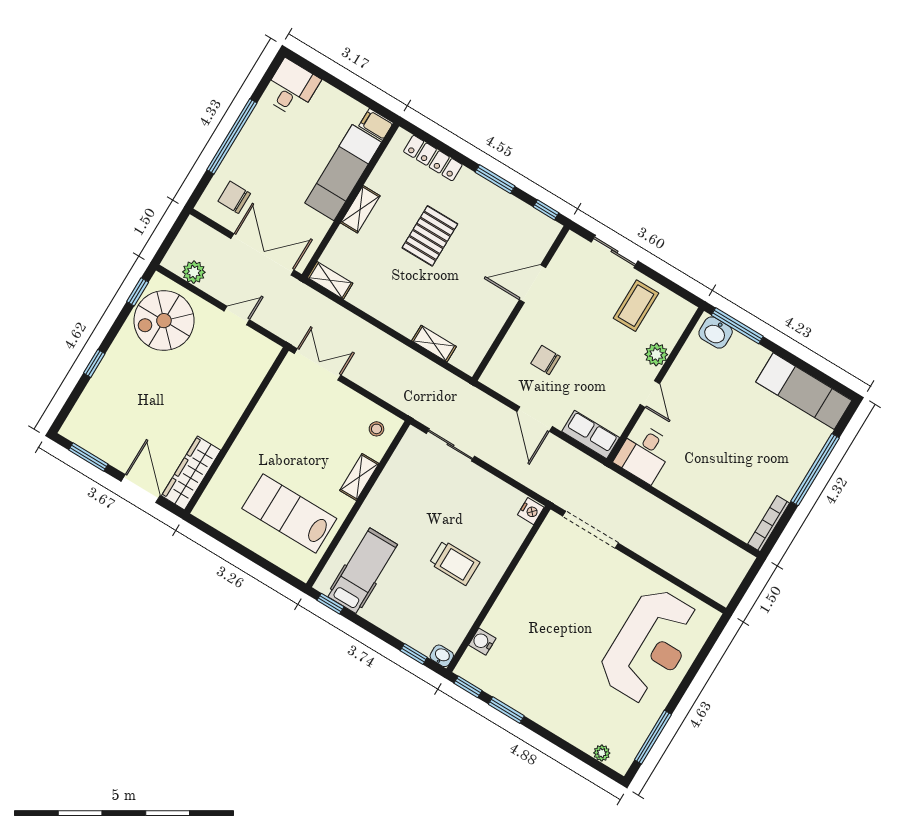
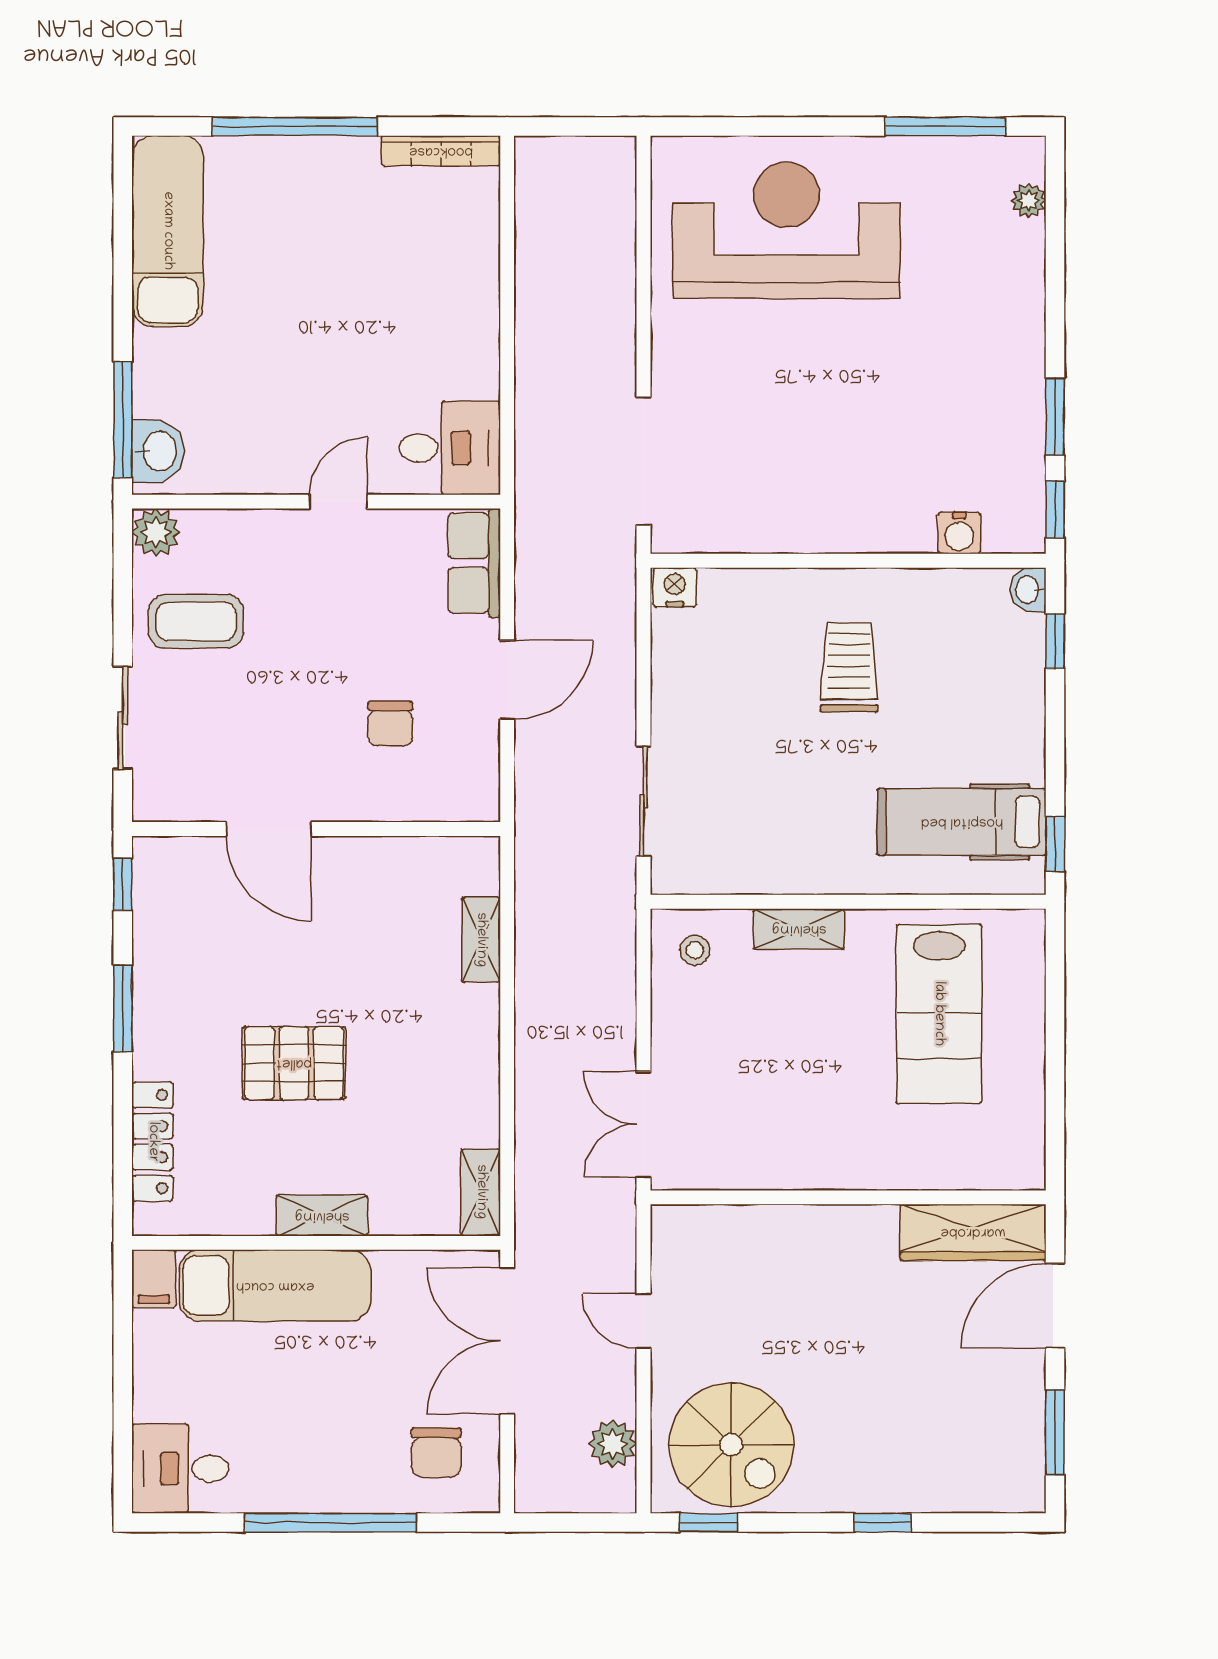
plant: (656, 355) -> (156, 533), moved

